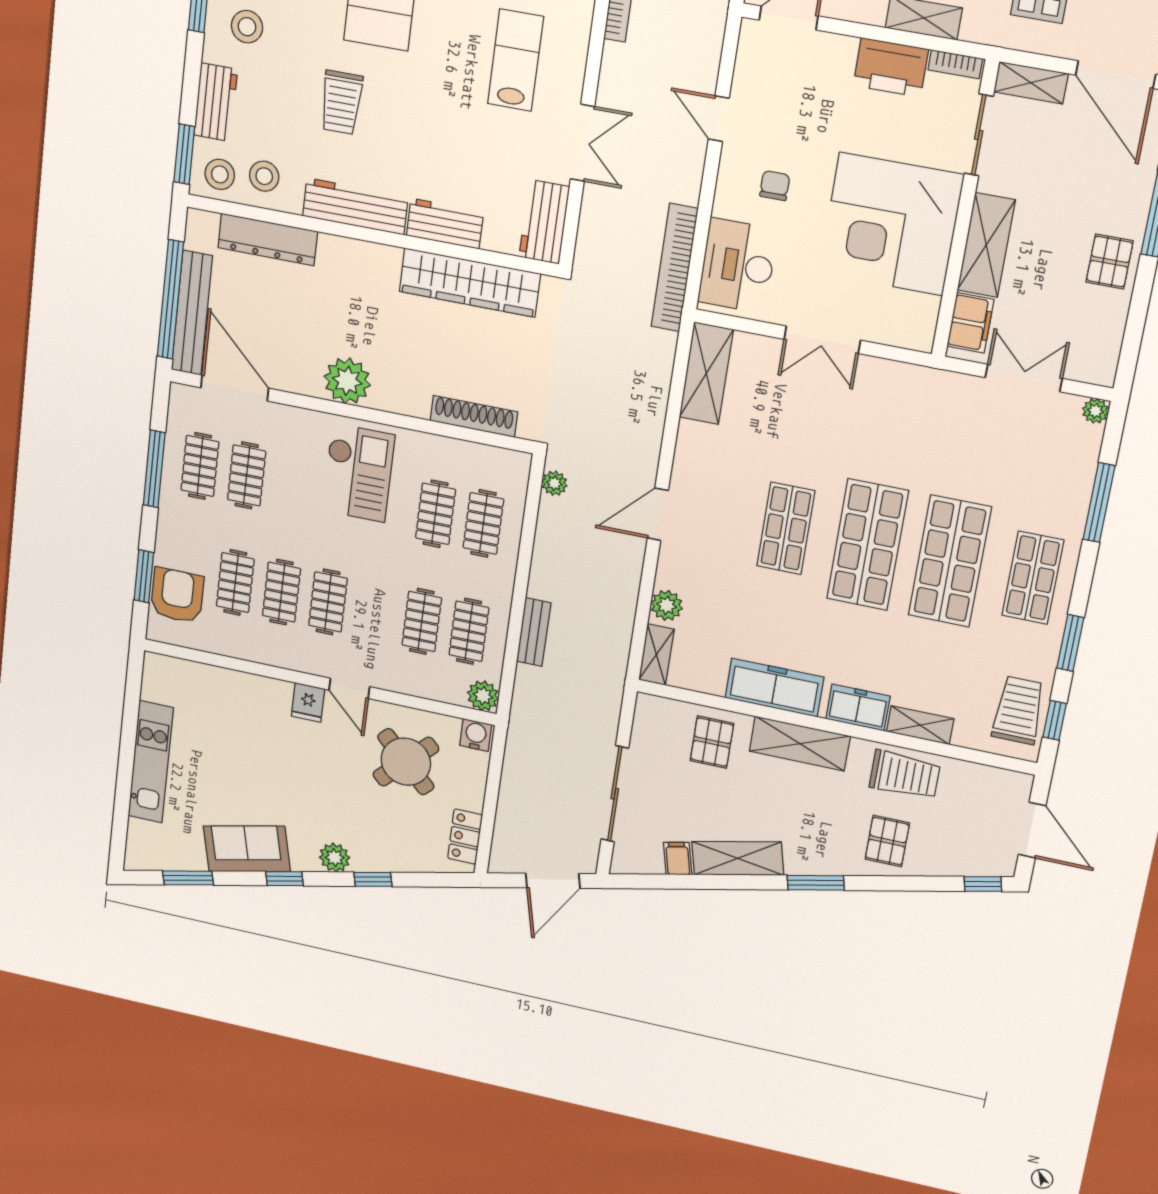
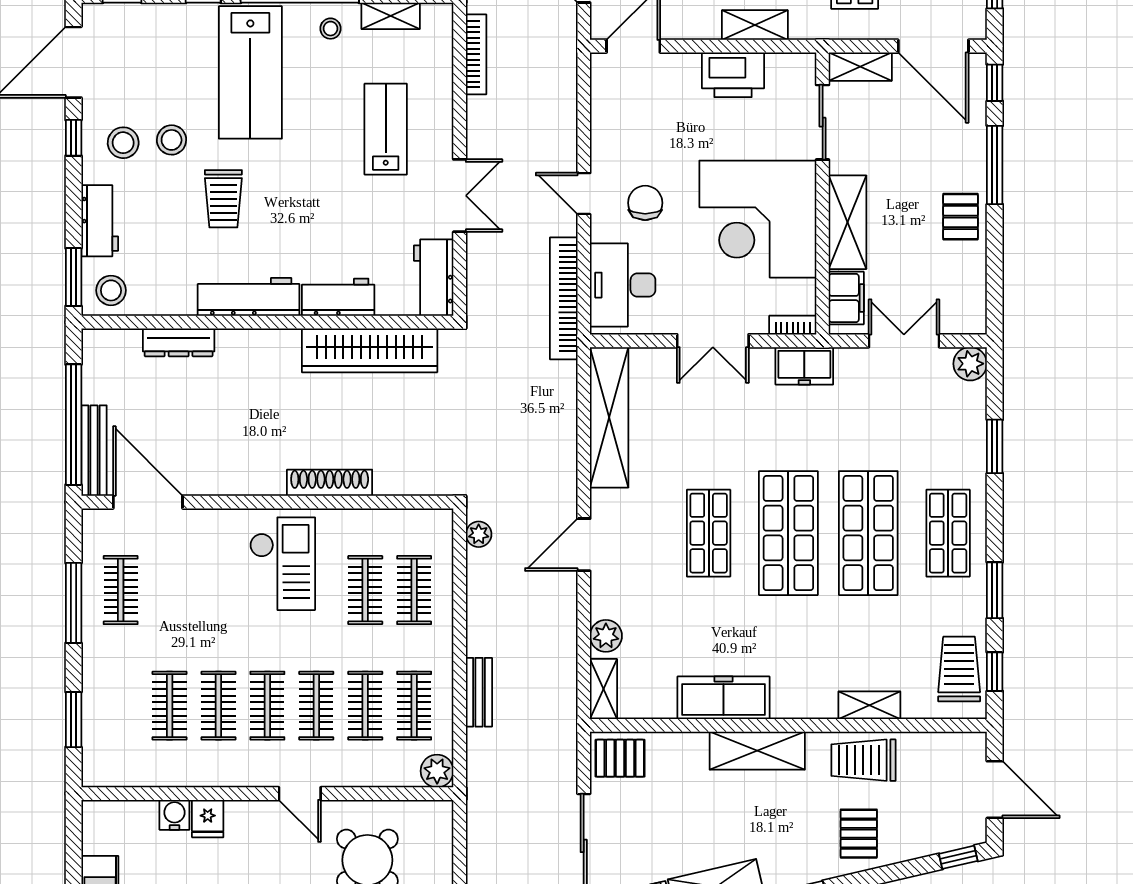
bookcase: (955, 64) -> (793, 325), moved, turned 180
door: (719, 119) -> (584, 194), moved
stool: (264, 176) -> (172, 140), moved
chair: (775, 186) -> (645, 203), width x1.37, depth x1.37
dresser: (268, 240) -> (179, 342), width x0.73, depth x0.80
bench: (192, 313) -> (94, 451), width x0.73, depth x0.82
shelving: (706, 373) -> (609, 417), width x1.47
plant: (347, 381) -> (261, 472), removed
plant: (1095, 411) -> (970, 364), width x1.38, depth x1.38
shoe rack: (474, 416) -> (330, 483), moved
clothes rail: (247, 475) -> (316, 706), moved
window: (1099, 502) -> (995, 446), width x0.69
armchair: (177, 595) -> (111, 733), removed
fridge: (308, 703) -> (208, 819), moved
freezer: (858, 707) -> (804, 366), moved, turned 180
water cooler: (476, 735) -> (174, 815), moved
pallet: (712, 742) -> (620, 758), moved, turned 90
trolley: (905, 775) -> (863, 760), turned 180

